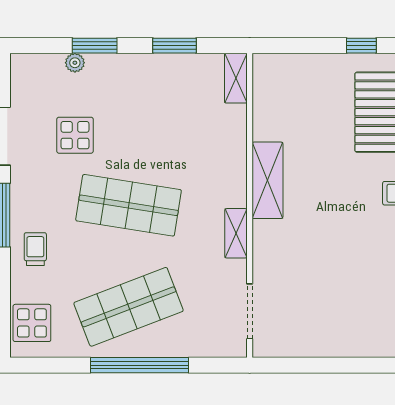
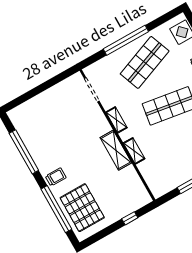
window: (361, 46) -> (130, 218), moved
shelving: (236, 78) -> (134, 151), moved

